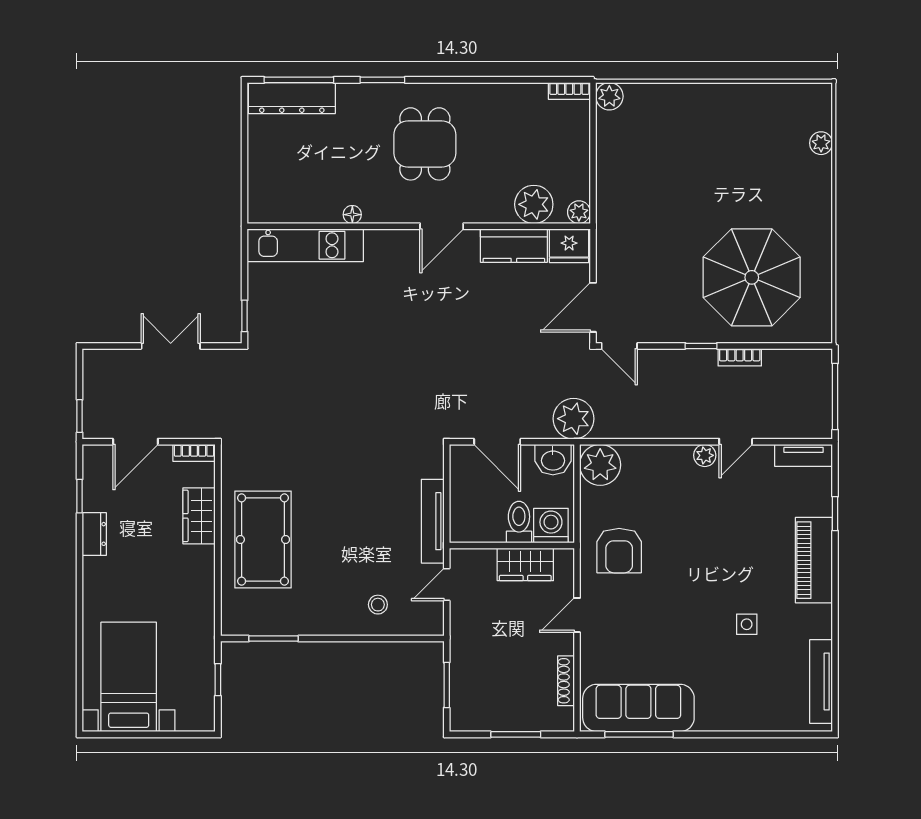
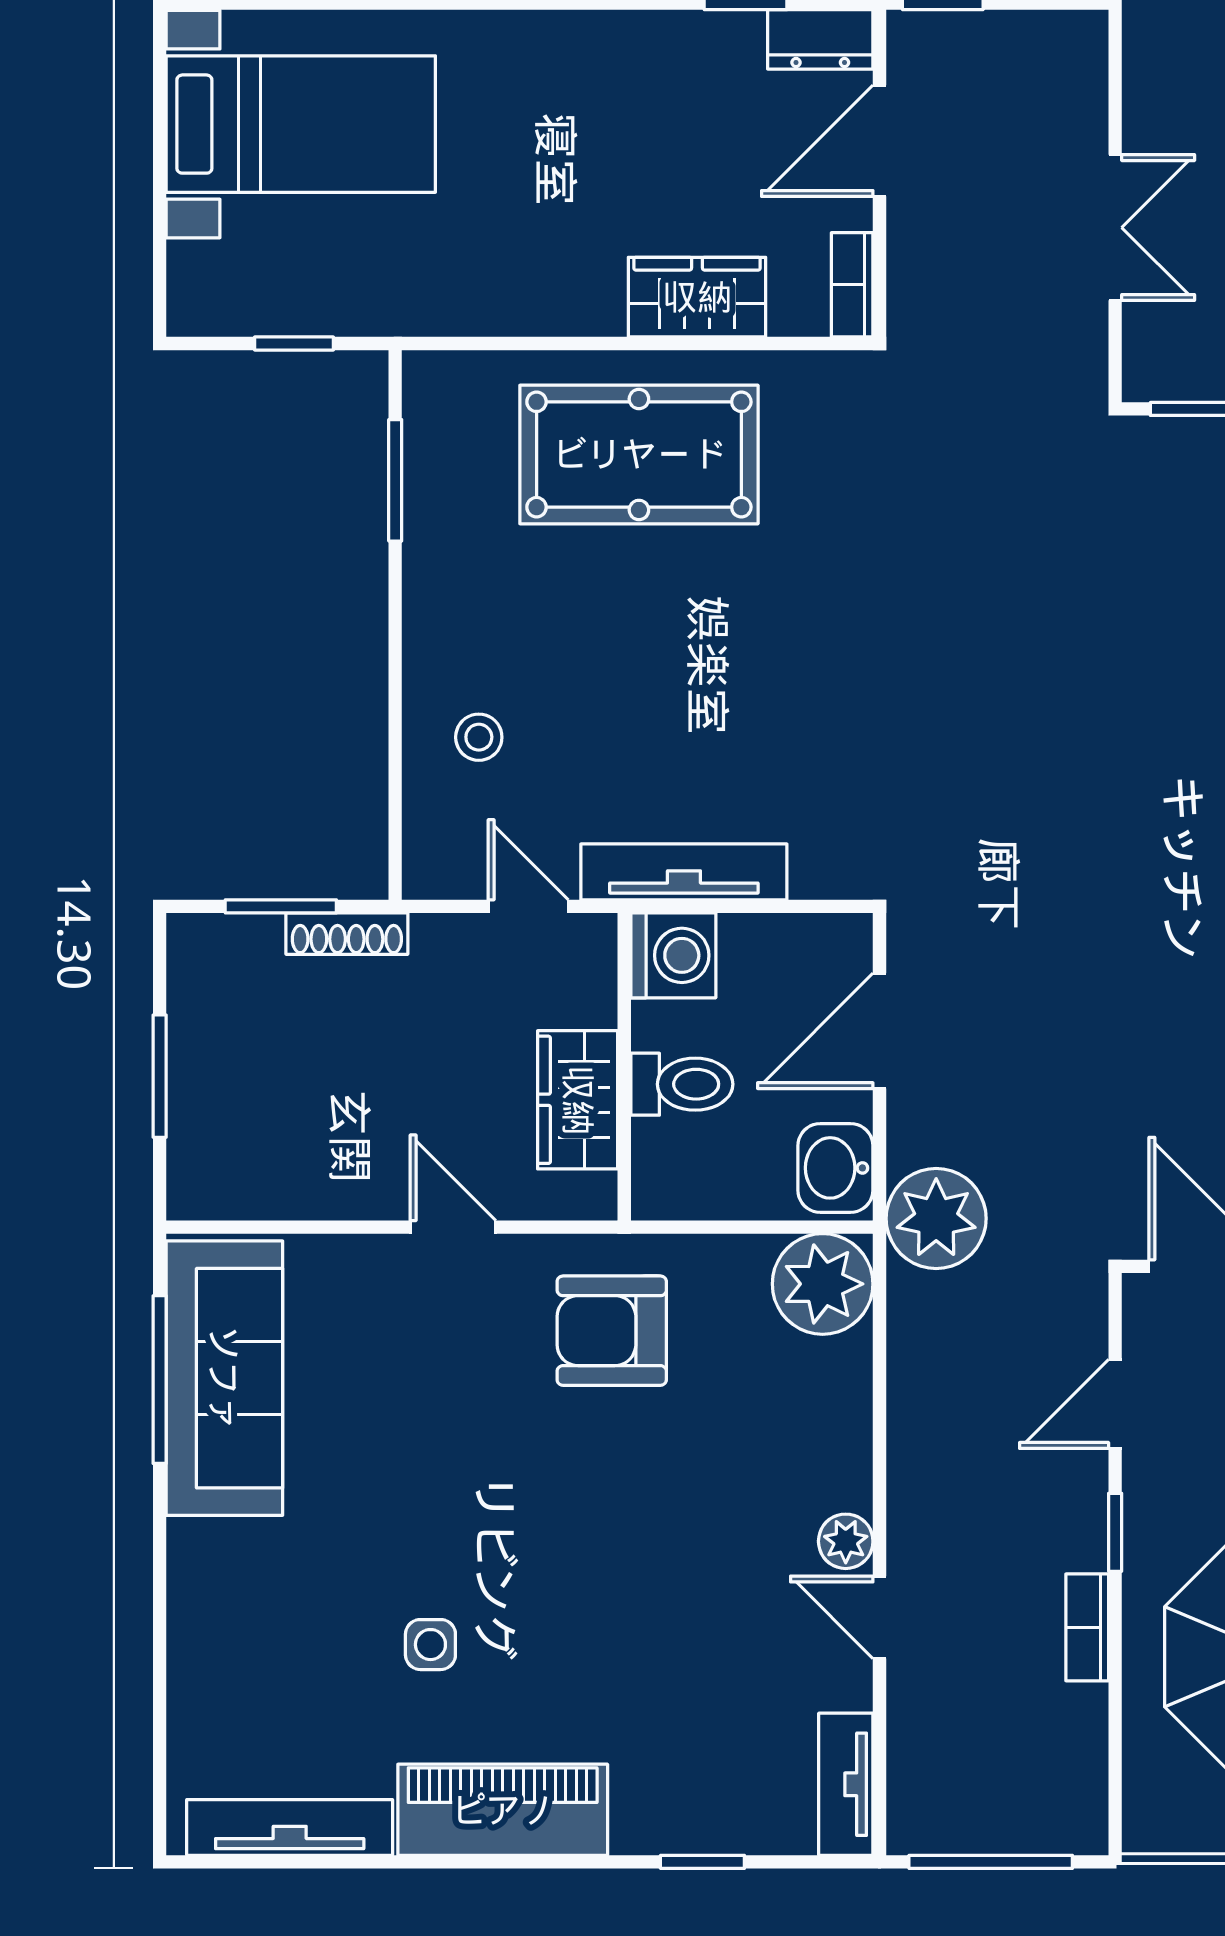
door: (619, 346) -> (1115, 1404), moved
door: (135, 442) -> (880, 141), hinge flipped
washing machine: (551, 526) -> (673, 955), moved
dresser: (94, 534) -> (820, 39), moved
piano: (814, 560) -> (503, 1810), moved
shoe rack: (566, 681) -> (347, 934), moved, turned 180

